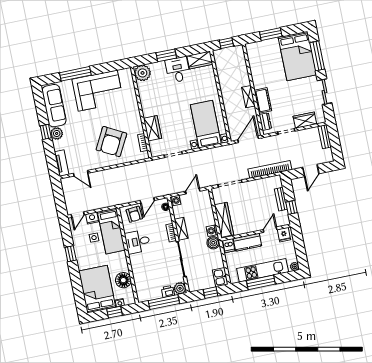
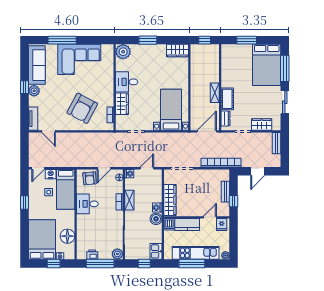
desk: (178, 70) -> (127, 82), moved, turned -90
printer: (168, 291) -> (92, 255), moved

